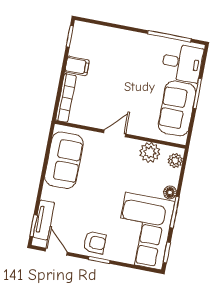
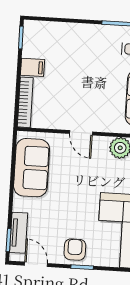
door: (115, 133) -> (81, 133), swing flipped
armchair: (95, 242) -> (75, 250), turned -90

